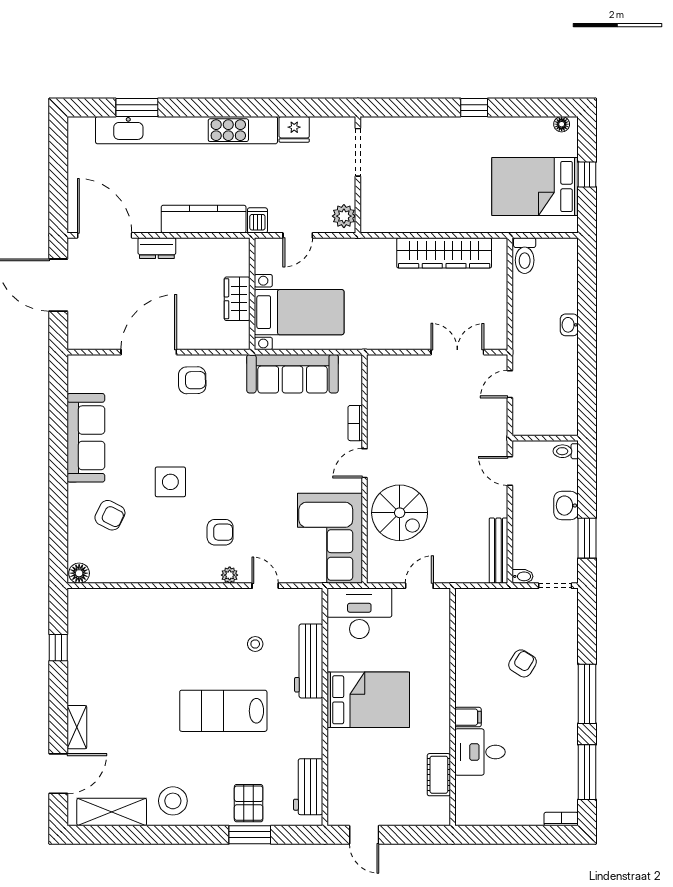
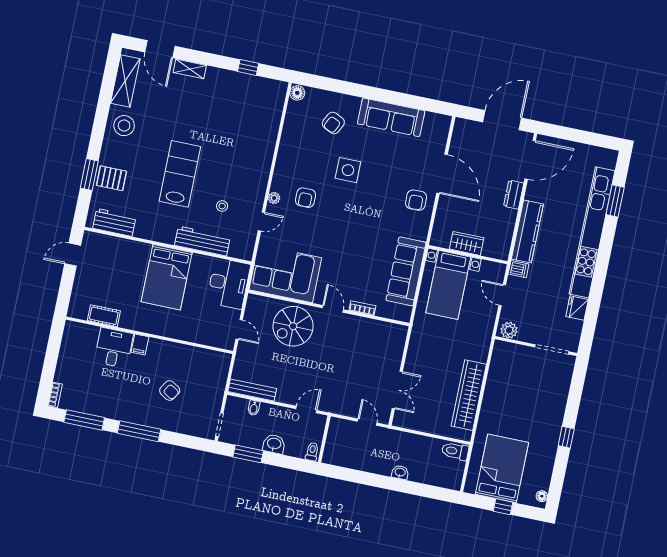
bidet: (523, 576) -> (254, 408), moved

